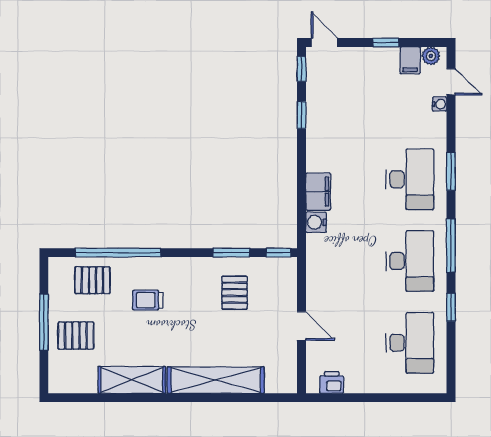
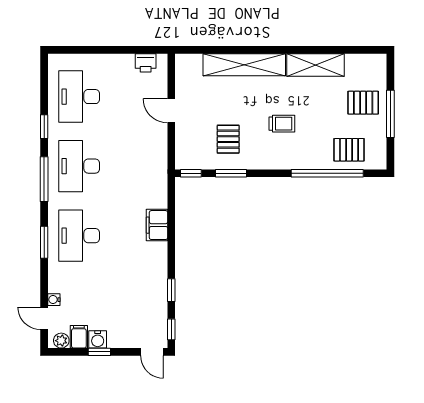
water cooler: (316, 222) -> (98, 339), moved, turned 90
trolley: (148, 300) -> (282, 124), moved

